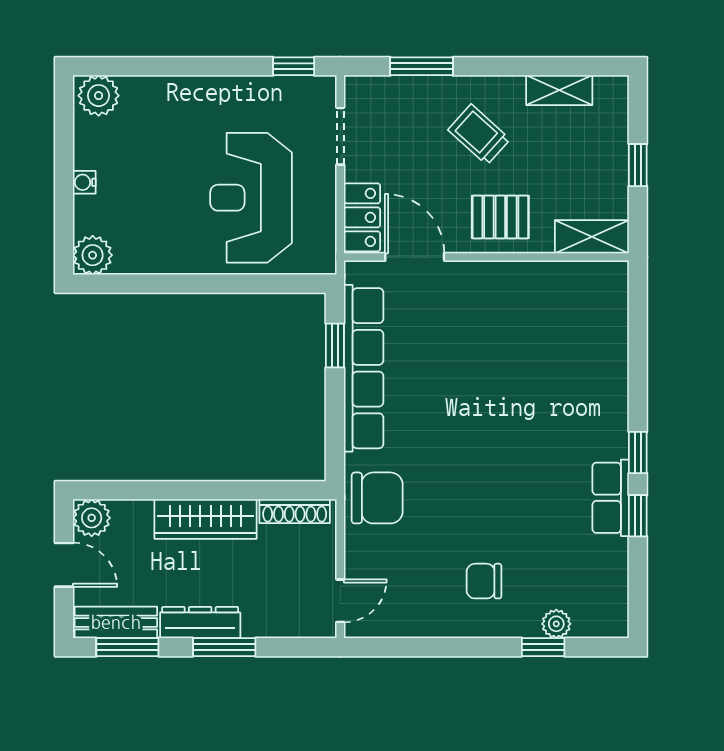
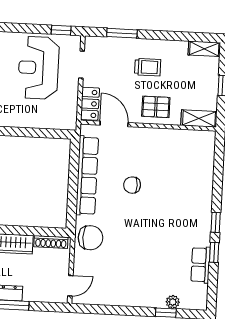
shelving: (559, 90) -> (204, 49), moved
trolley: (479, 135) -> (148, 67), turned 138
reception desk: (251, 198) -> (39, 68), moved
window: (335, 346) -> (74, 164), removed
row of seats: (611, 498) -> (200, 265), moved
chair: (484, 581) -> (132, 185), moved

